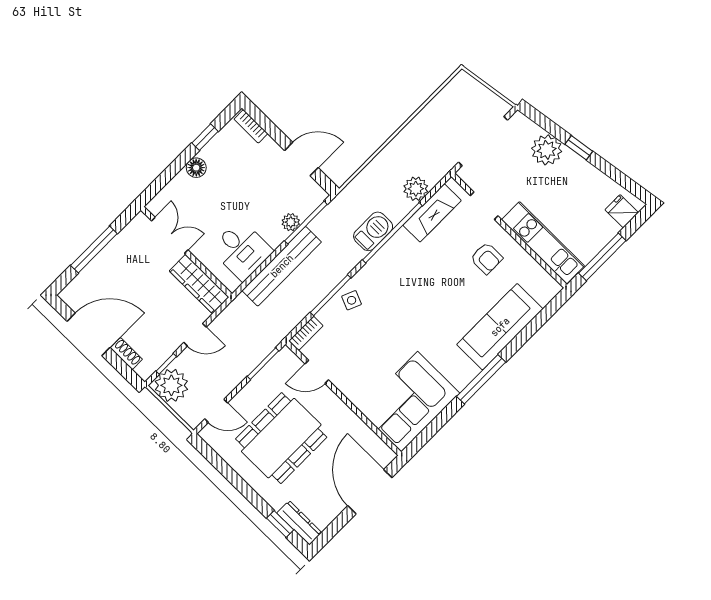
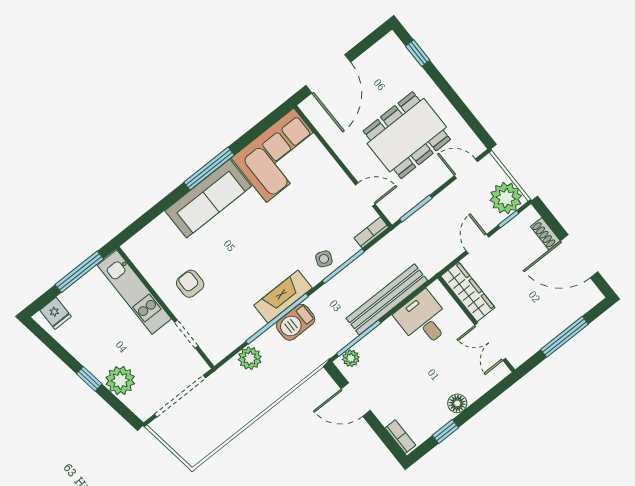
fireplace: (432, 213) -> (283, 297), moved
plant: (291, 222) -> (351, 358), moved
sofa: (500, 327) -> (208, 199), moved
door: (195, 335) -> (477, 244), hinge flipped
dresser: (299, 523) -> (399, 52), removed

